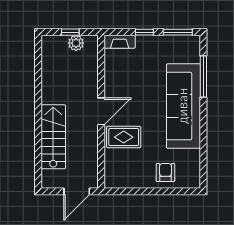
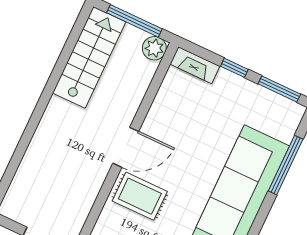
window: (70, 32) -> (134, 21), width x2.17
plant: (76, 43) -> (154, 48), moved
stairs: (53, 137) -> (89, 57), moved

